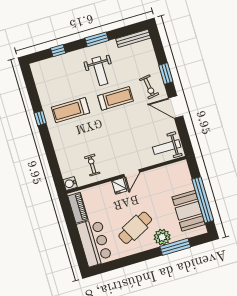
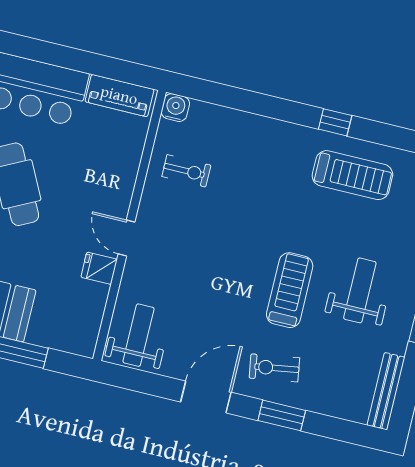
weight bench: (100, 71) -> (360, 290), turned 90
treadmill: (115, 98) -> (290, 290), turned 180
treadmill: (71, 110) -> (352, 175), moved, turned 90
fridge: (119, 186) -> (99, 268), moved

